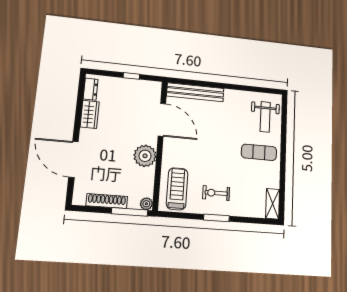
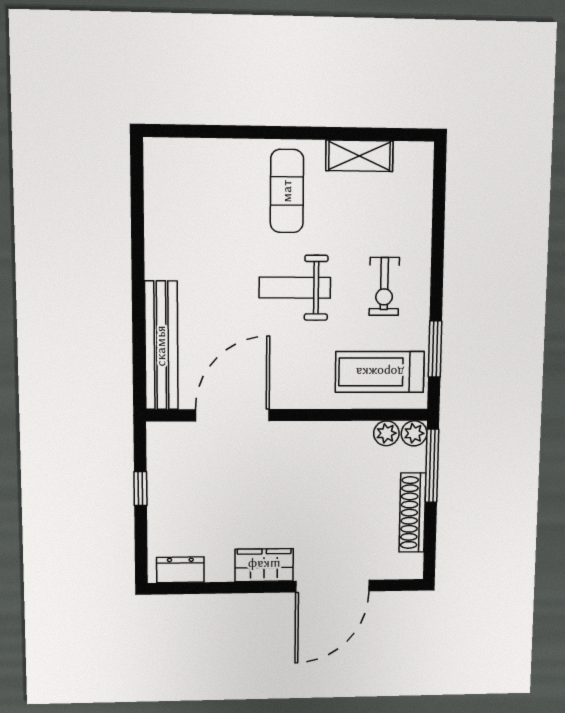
wardrobe: (90, 114) -> (264, 565), moved
weight bench: (265, 117) -> (295, 288), moved, turned 180
plant: (145, 156) -> (386, 433), moved, width x0.53, depth x0.53
shelving: (273, 204) -> (359, 156), moved
window: (216, 218) -> (435, 349), moved

